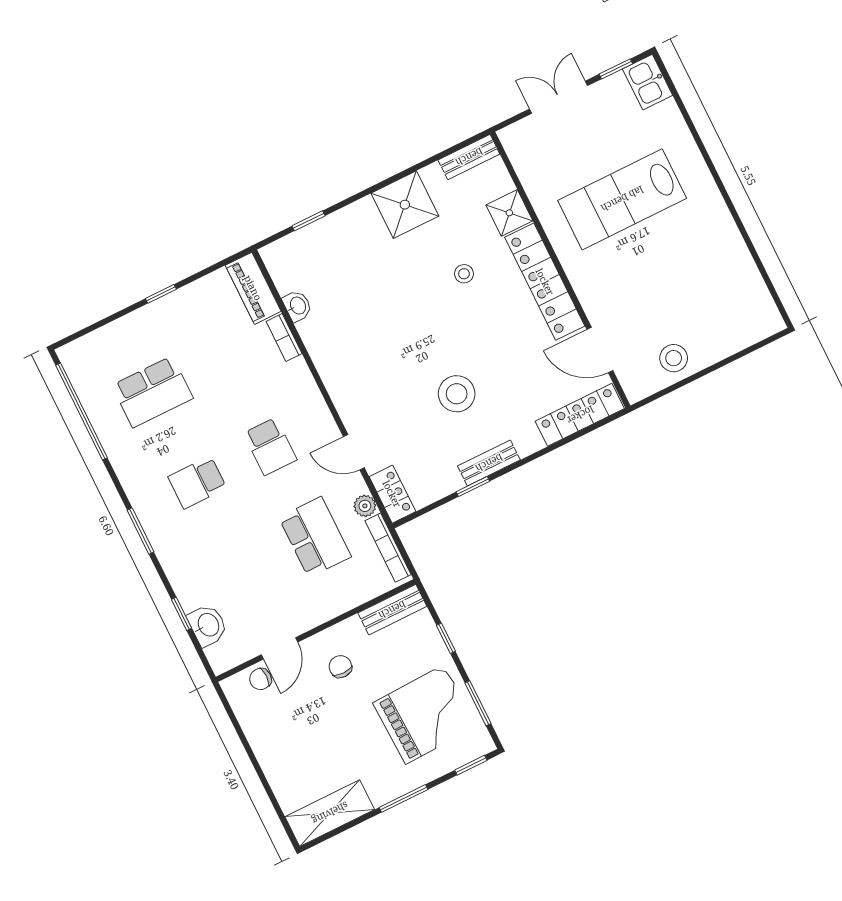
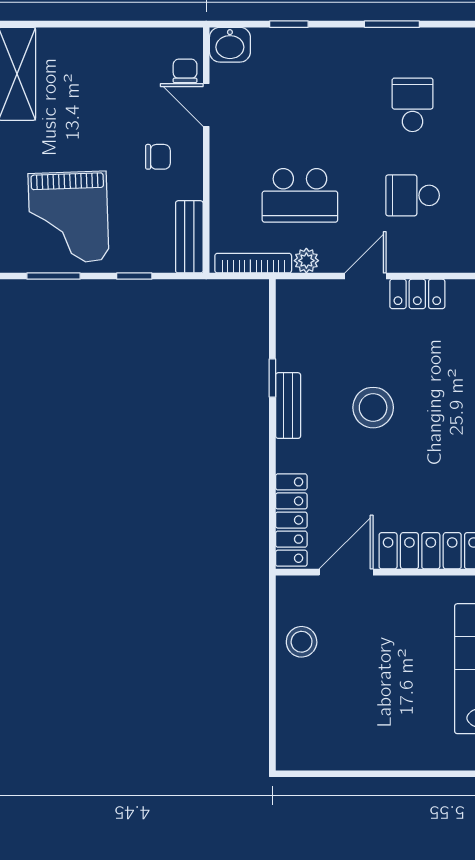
locker: (392, 494) -> (417, 294), moved
washbasin: (208, 625) -> (230, 45), moved

